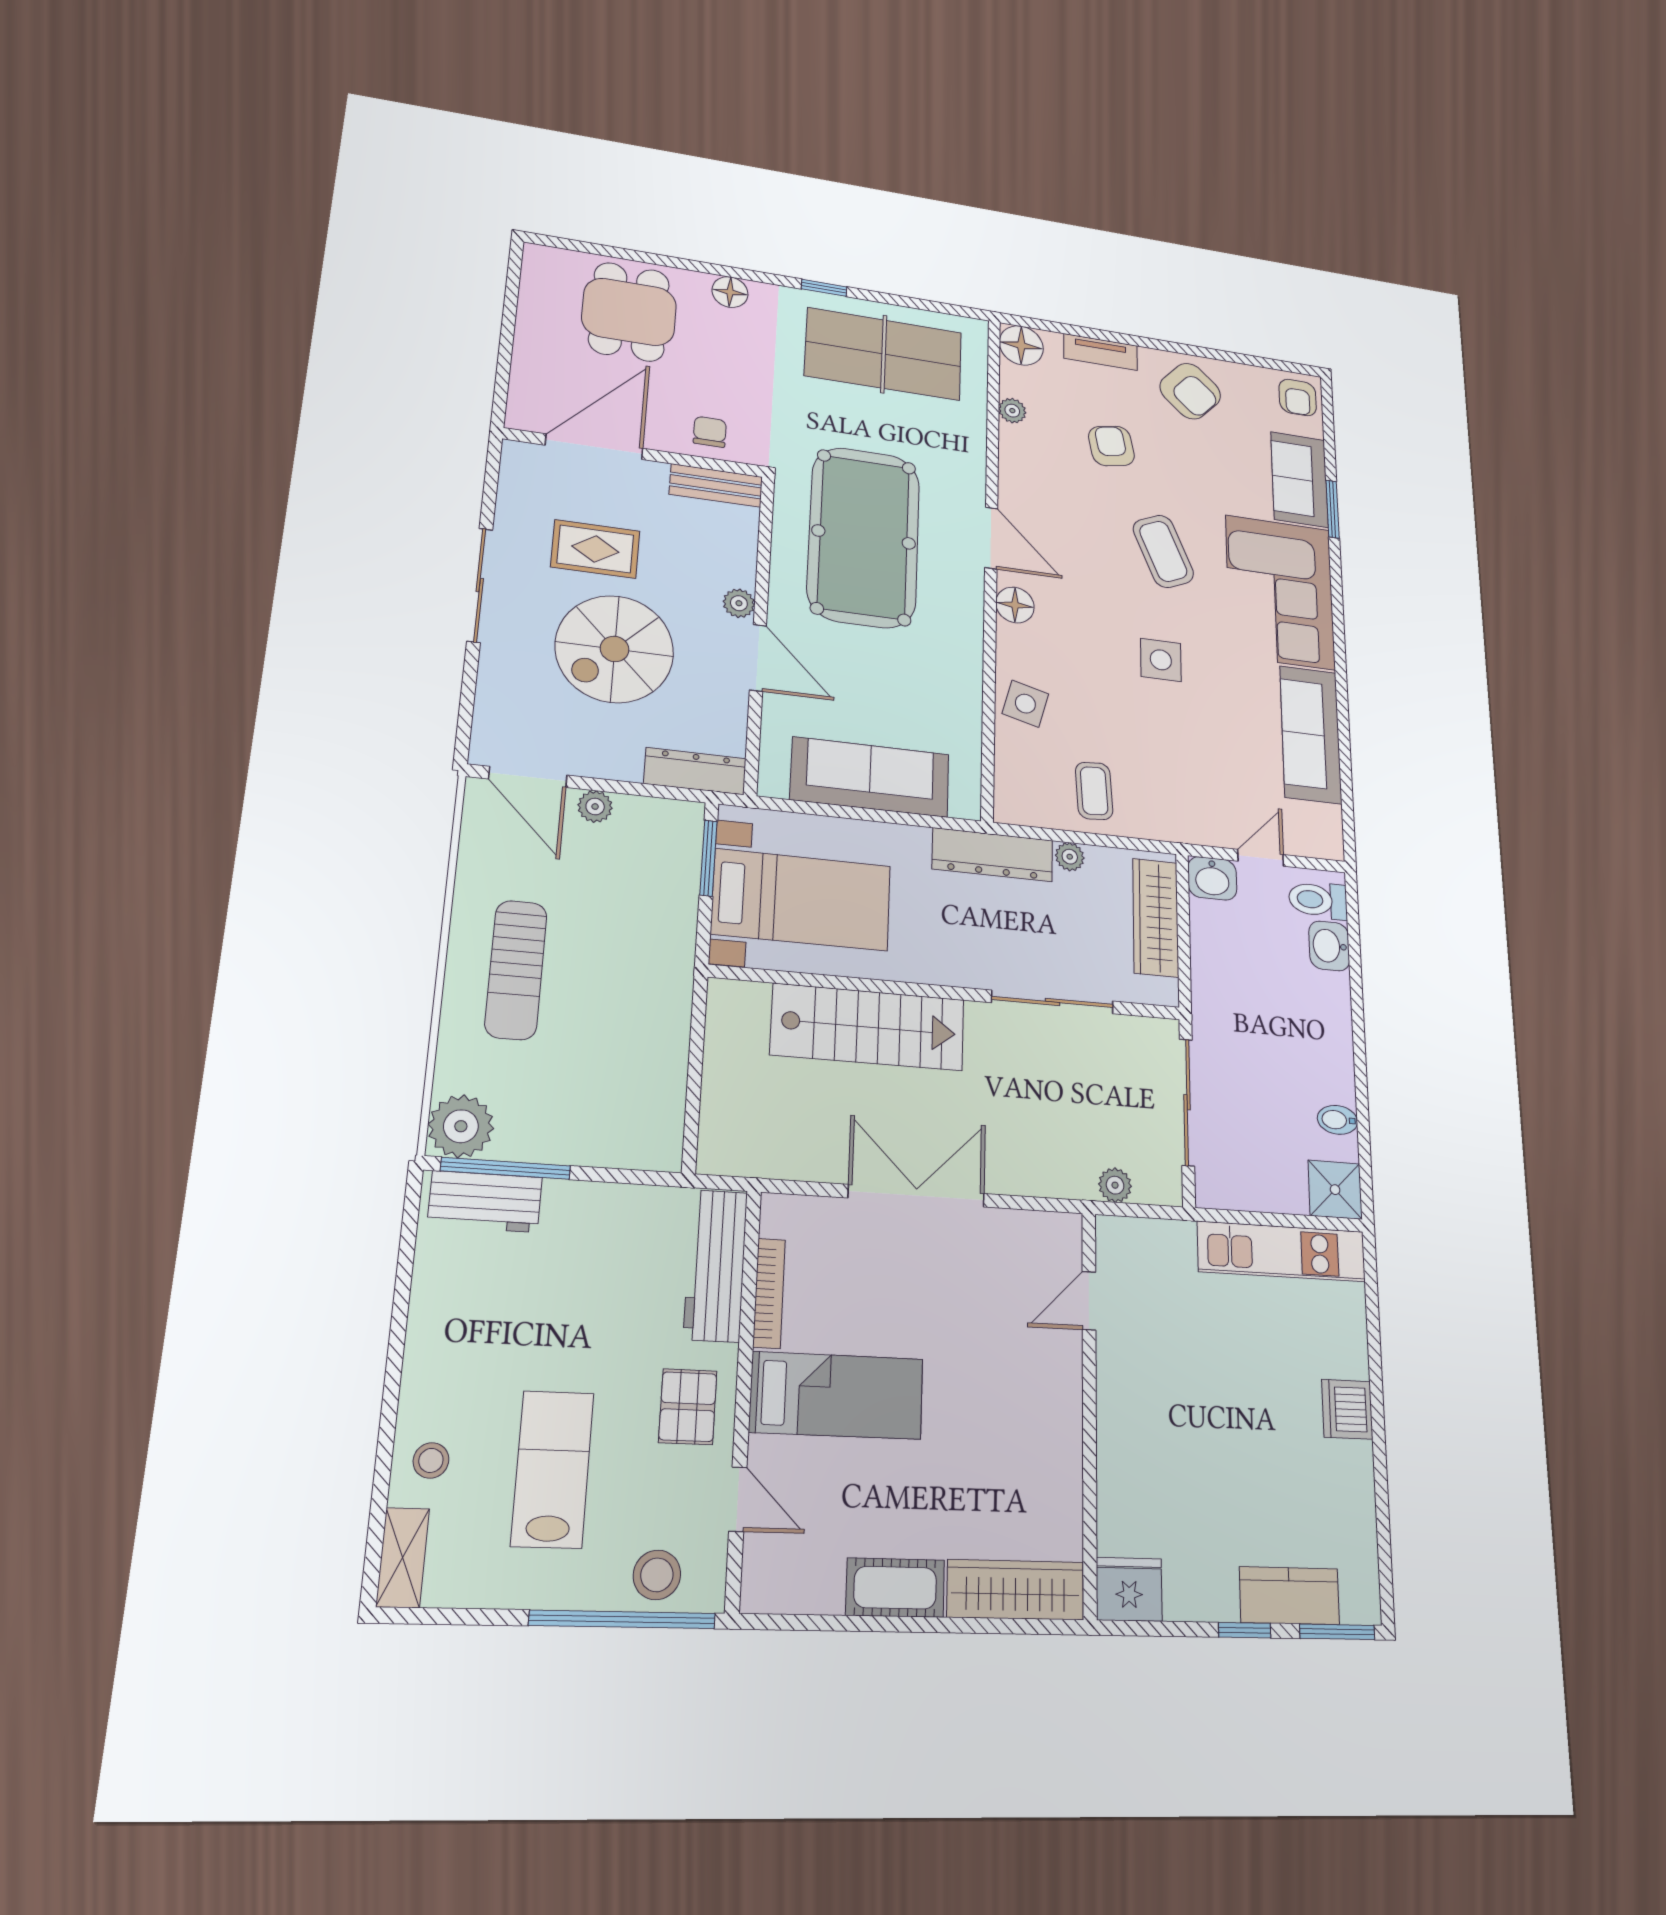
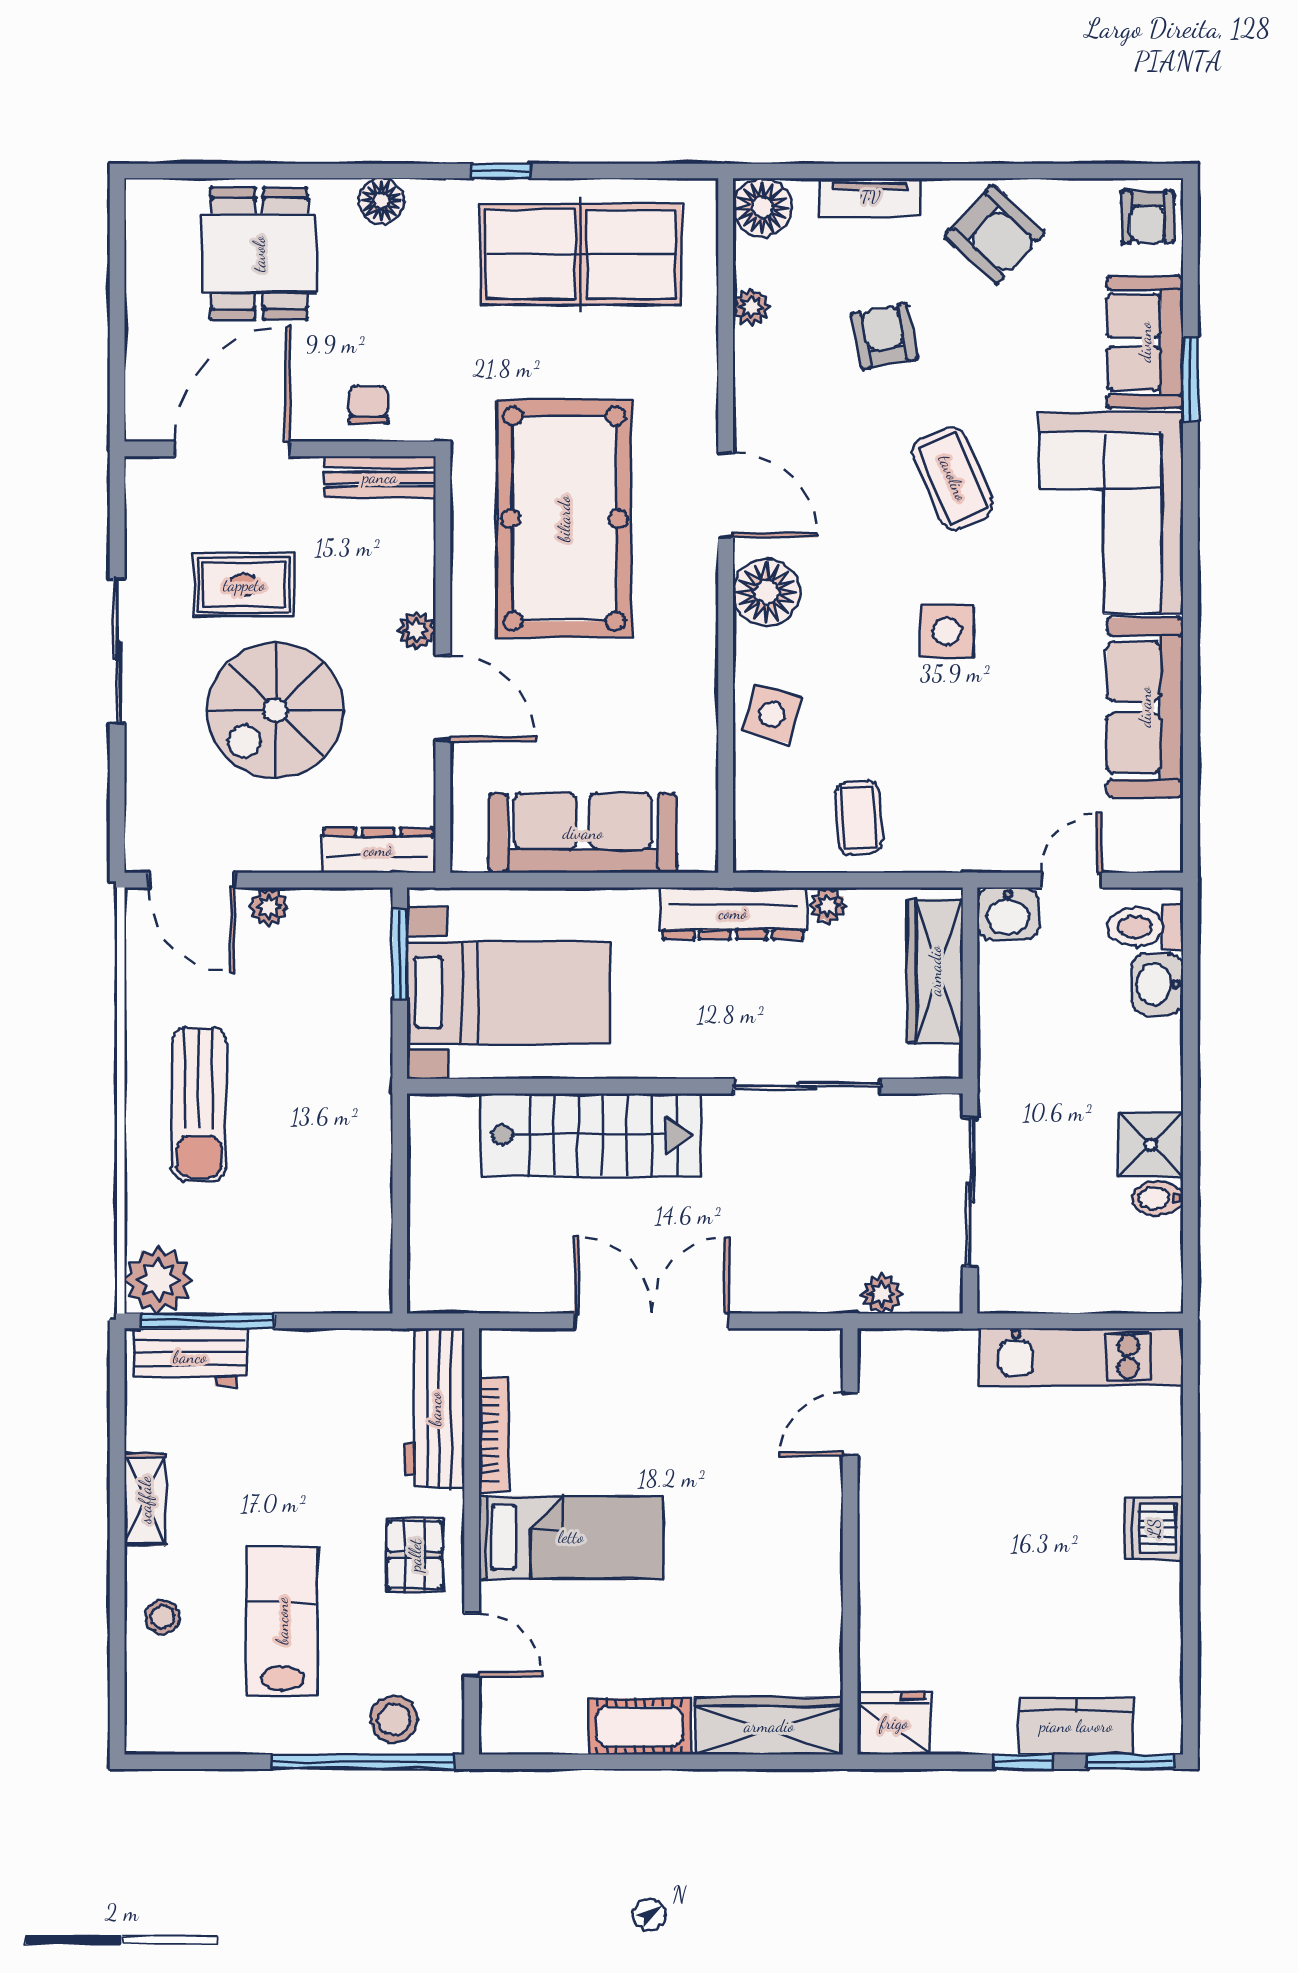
floor lamp: (1015, 605) -> (766, 592), width x1.38, depth x1.38
shower: (1335, 1190) -> (1151, 1145), moved
shelving: (403, 1557) -> (145, 1500), moved

